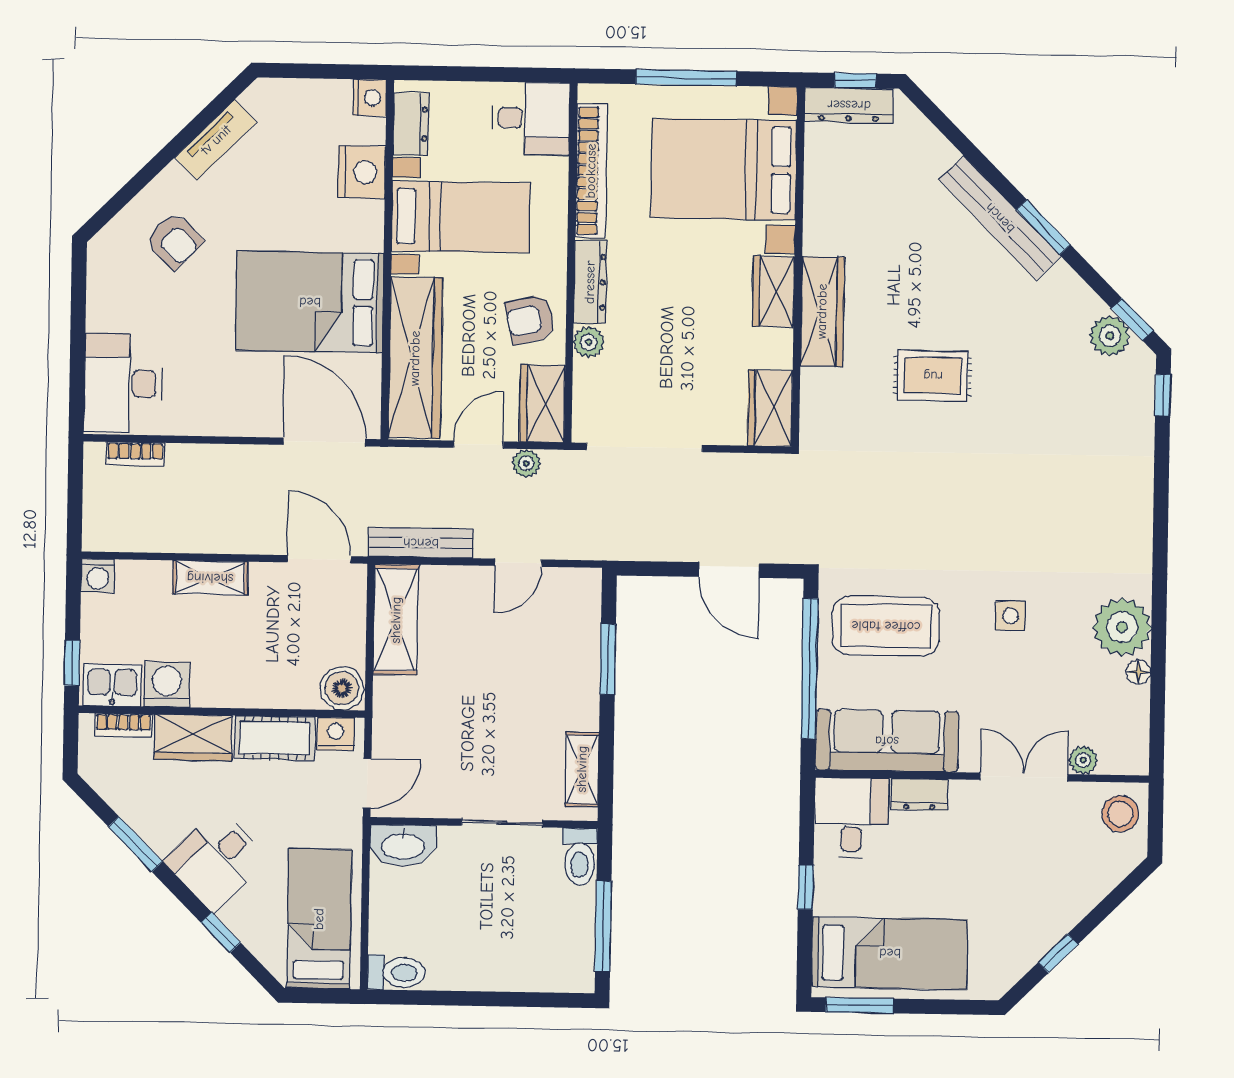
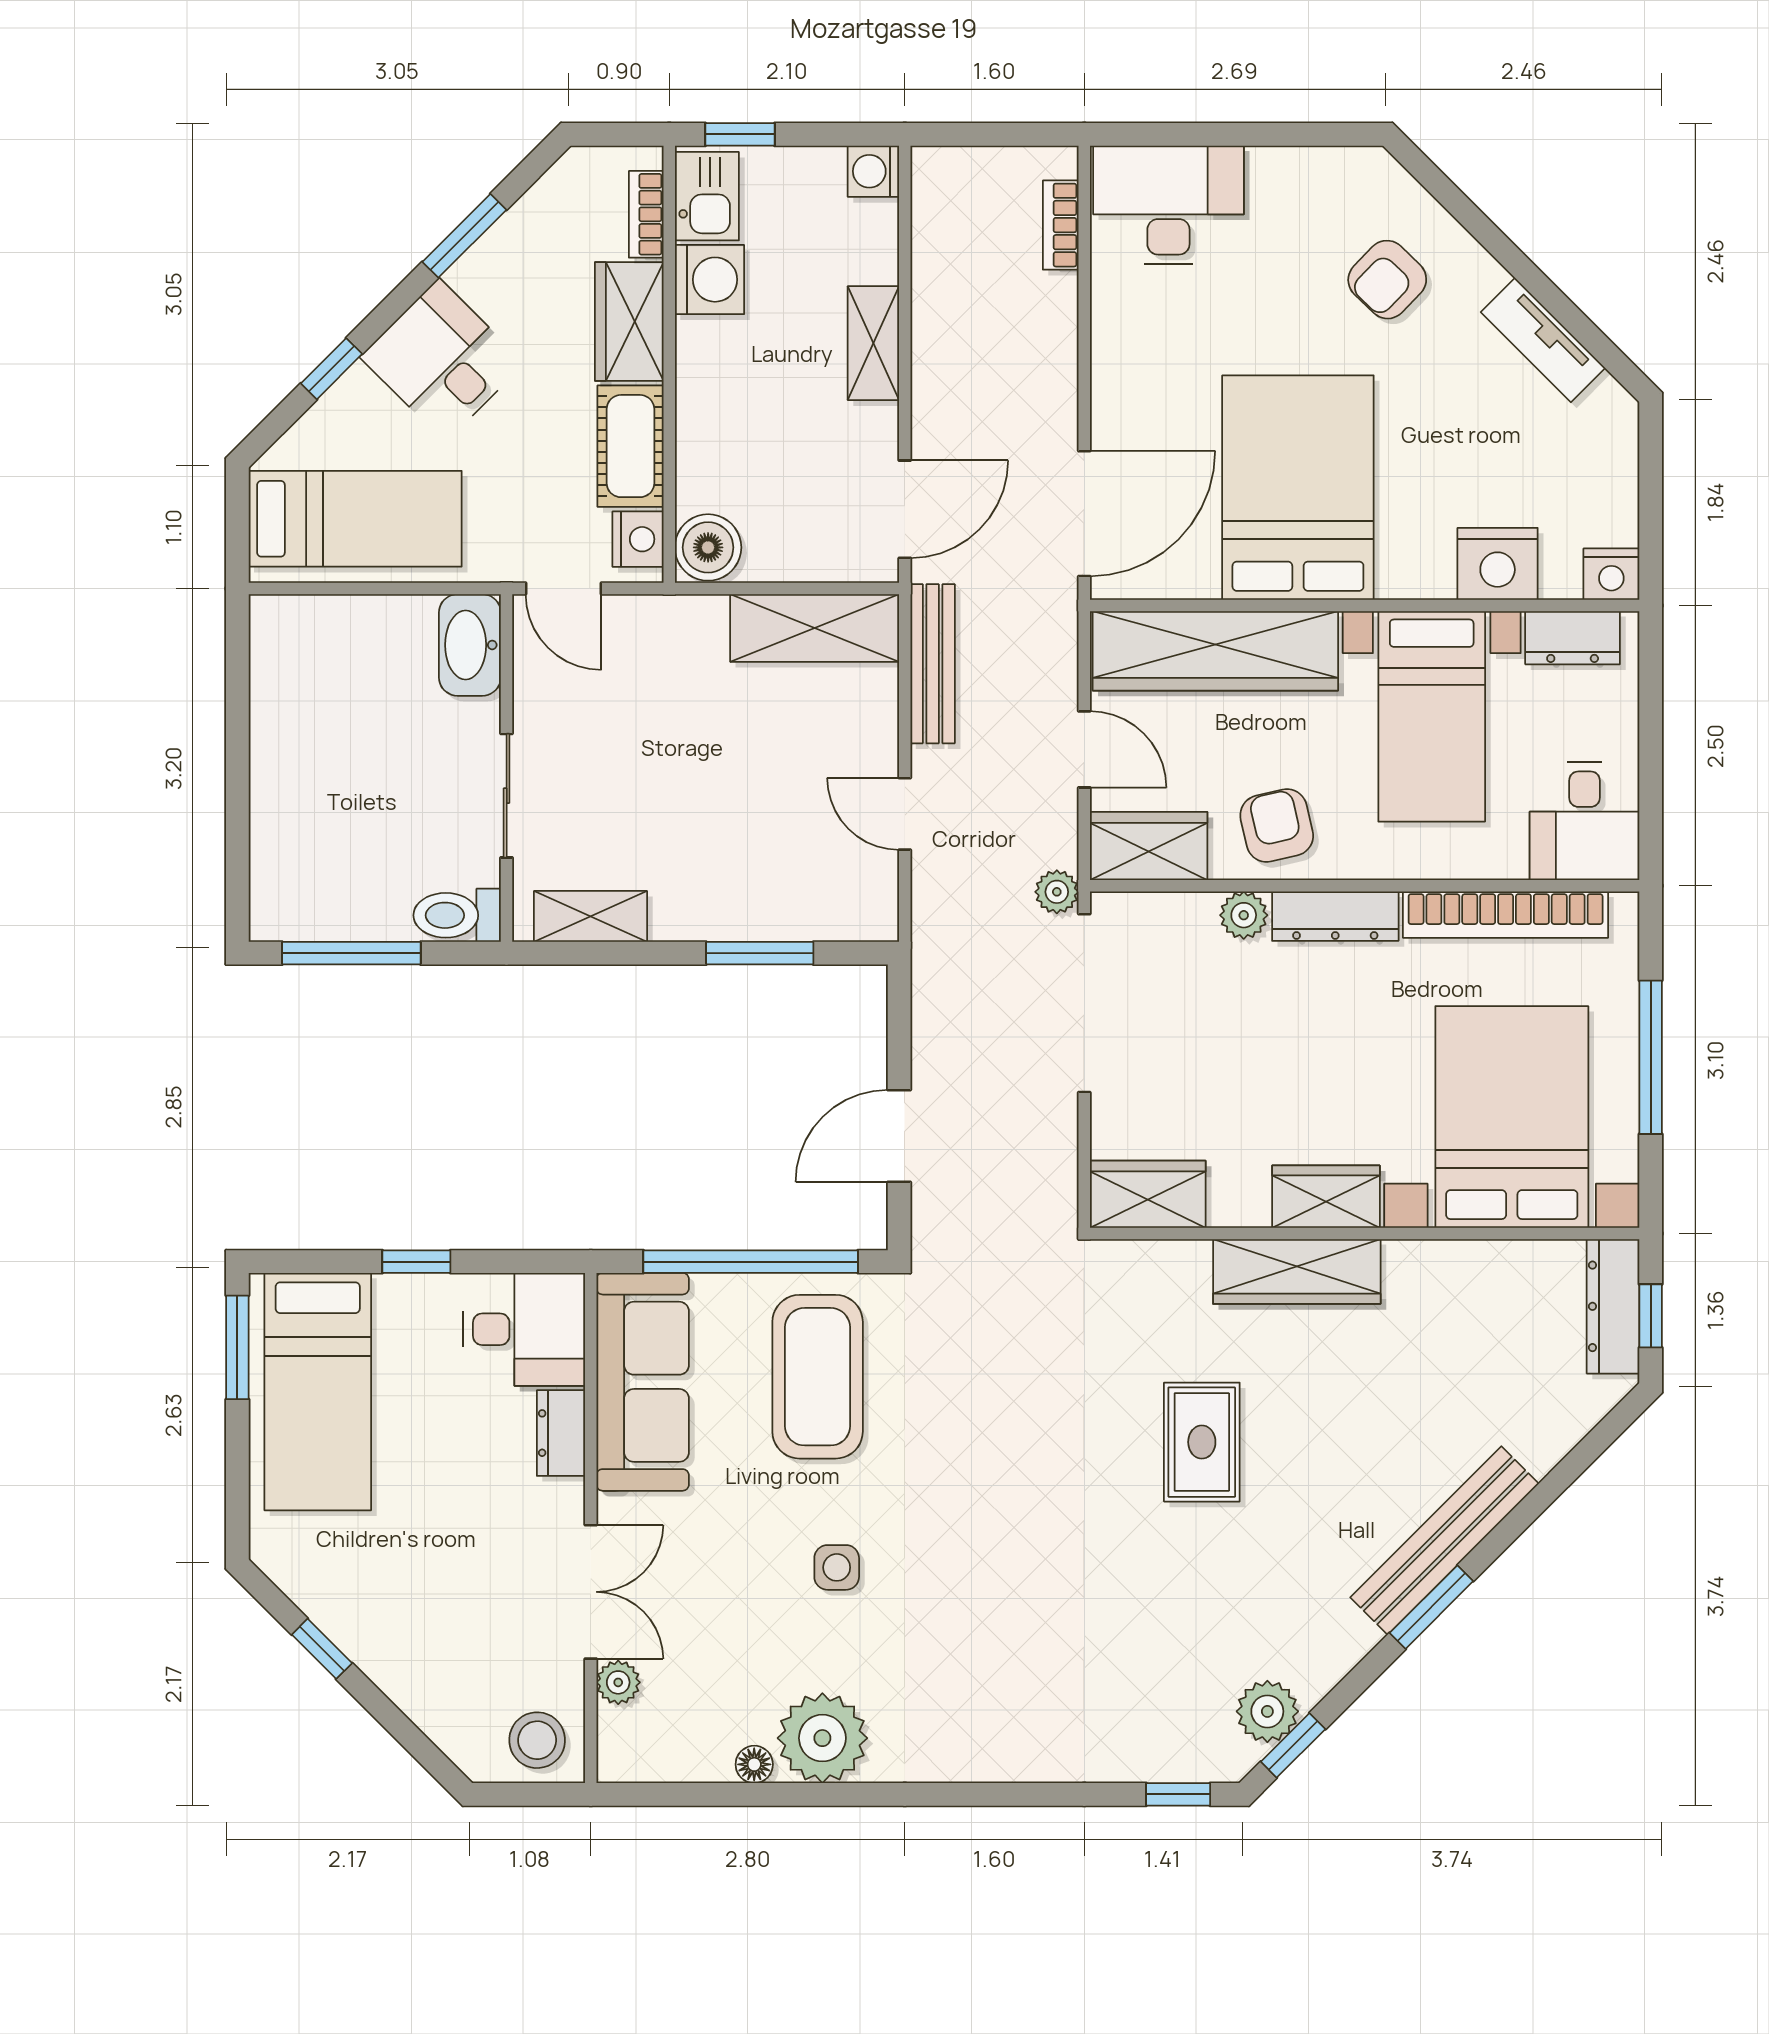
plant: (526, 463) -> (1057, 892), moved
toilet: (396, 972) -> (275, 638), removed

